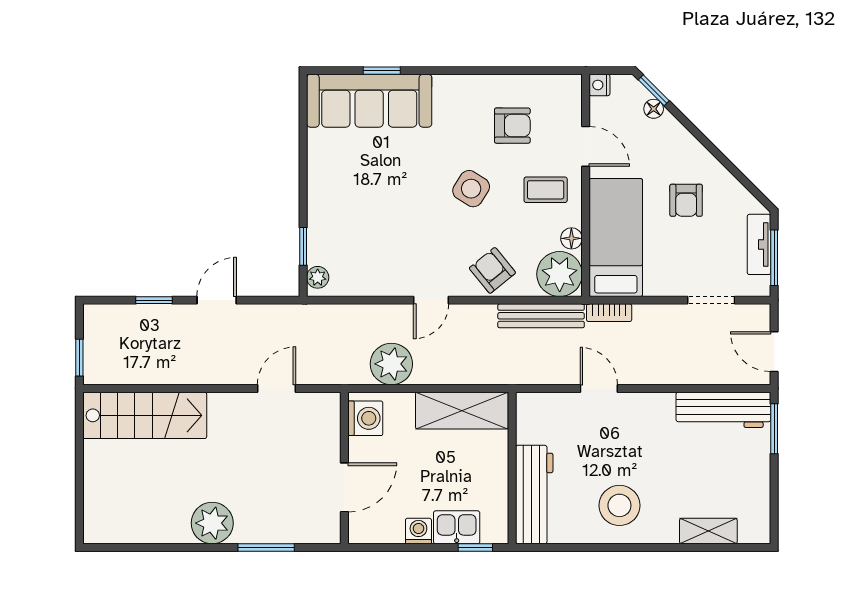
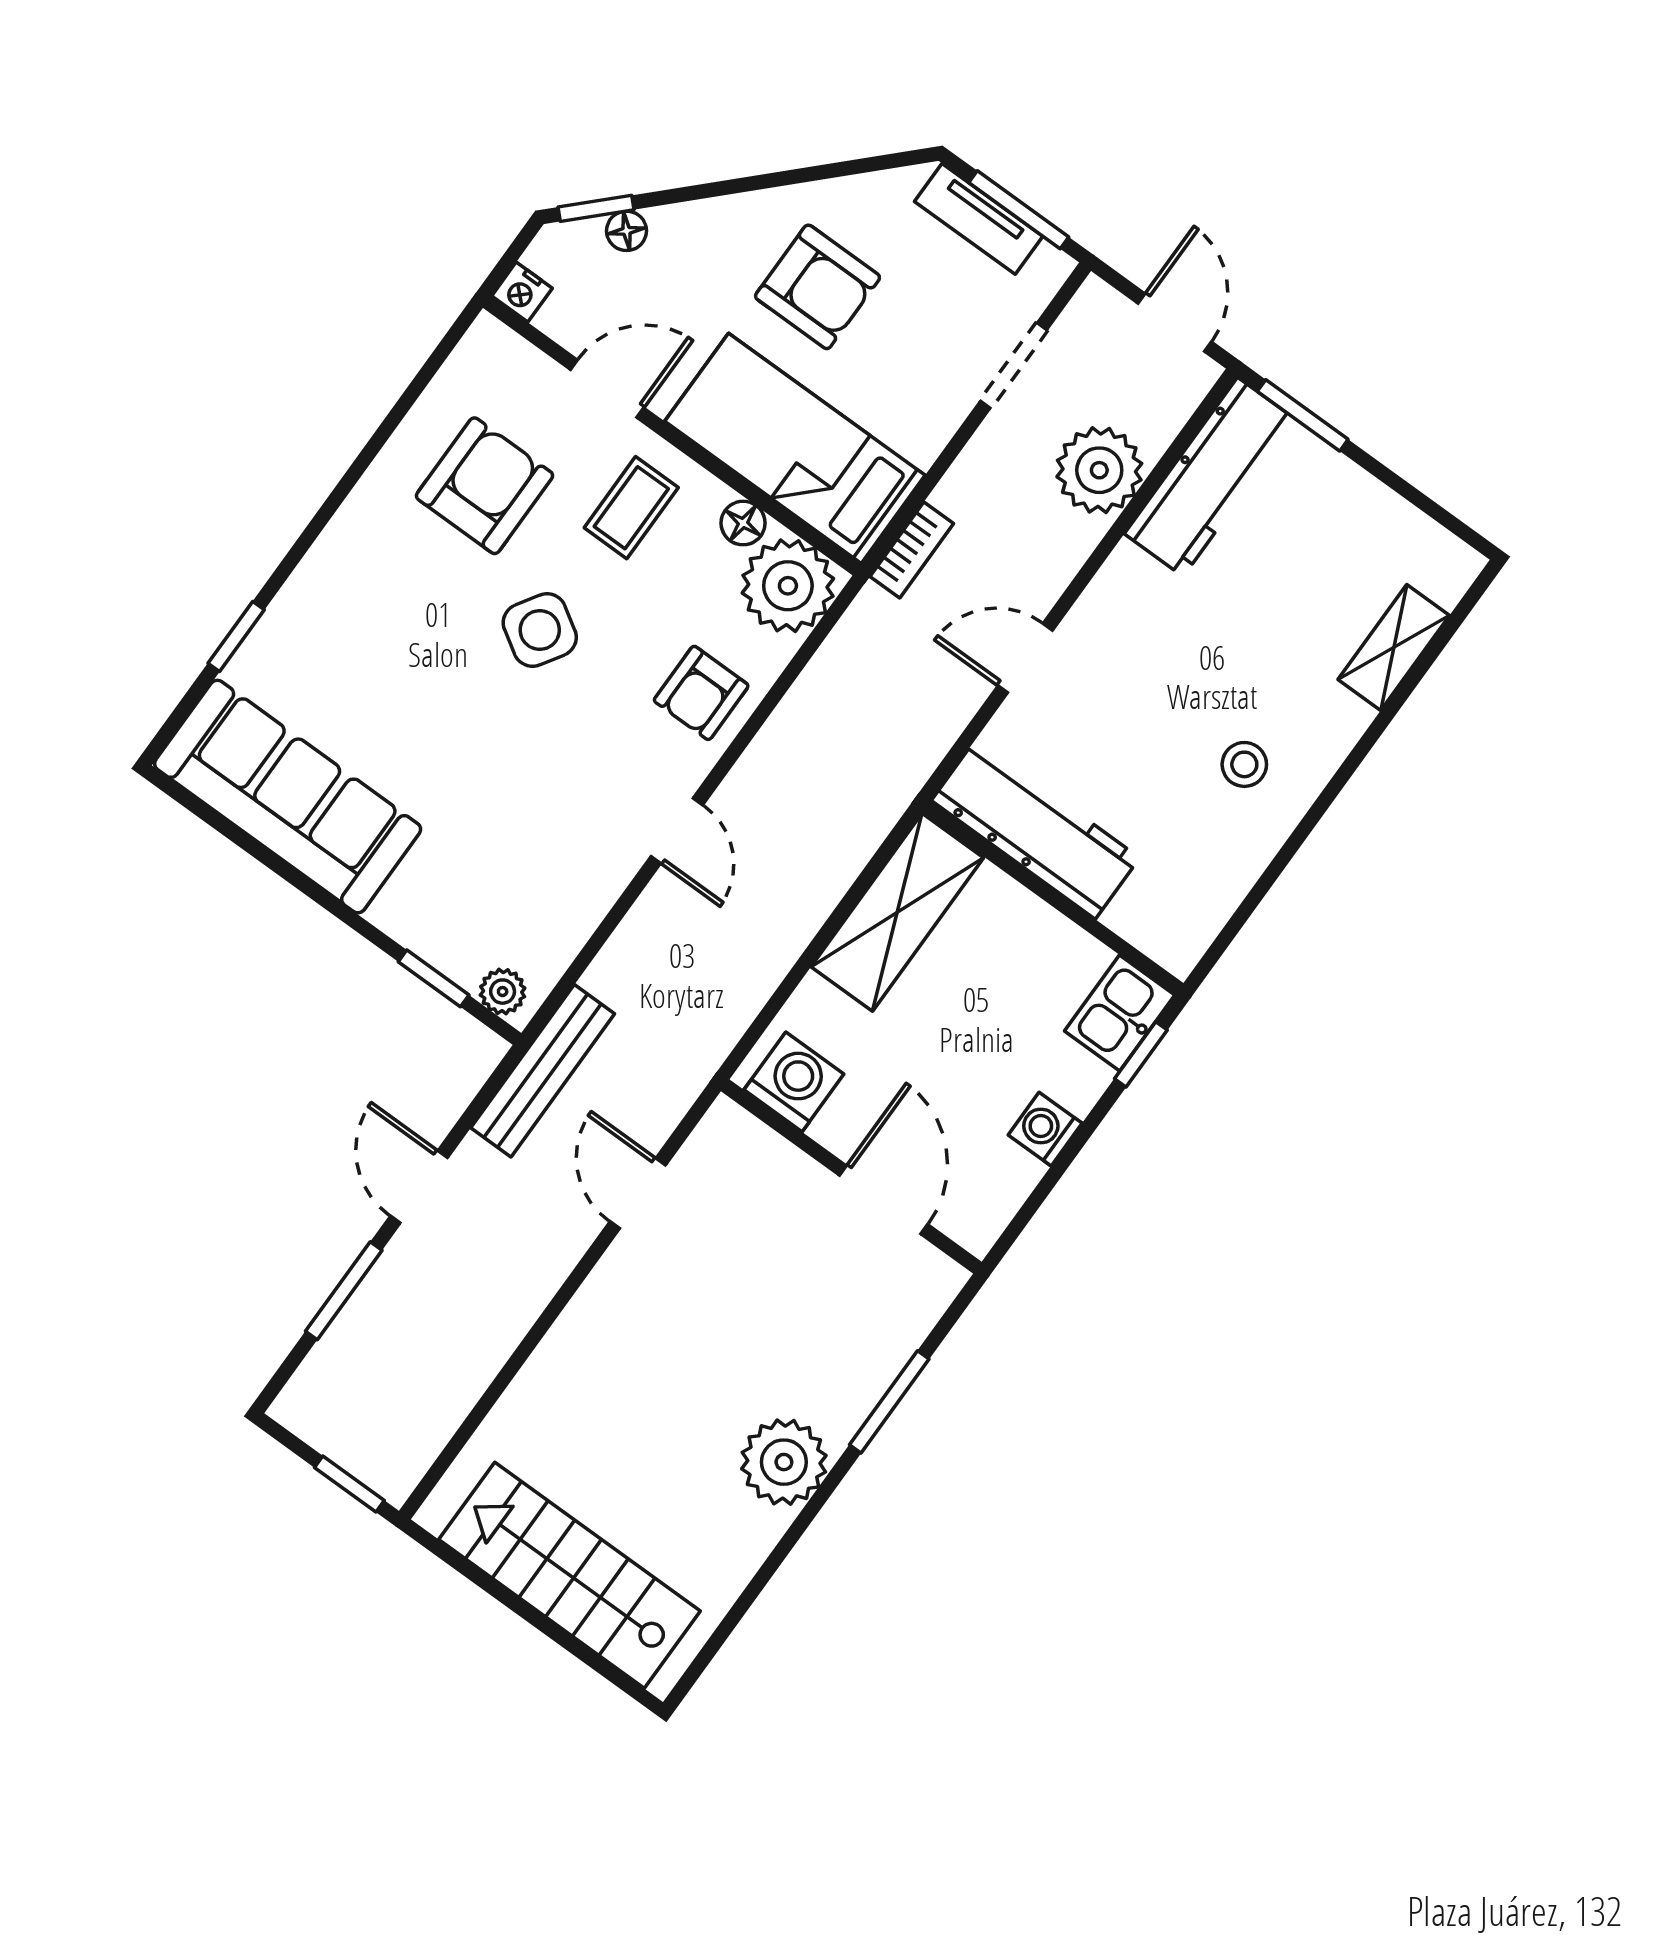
sofa: (369, 101) -> (288, 797), moved, turned -90
armchair: (512, 126) -> (485, 486), width x1.38, depth x1.38
armchair: (686, 200) -> (818, 287), width x1.38, depth x1.38
armchair: (492, 270) -> (701, 693), turned -51
window: (154, 300) -> (344, 1291), width x1.50
bench: (541, 316) -> (543, 1071), moved
door: (774, 352) -> (1175, 323), swing flipped
plant: (391, 364) -> (1099, 470), moved
stairs: (145, 415) -> (570, 1575), moved, turned -90
workbench: (534, 495) -> (1035, 829), moved
stool: (619, 505) -> (1244, 764), width x0.53, depth x0.53
kitchen sink: (457, 527) -> (1120, 1013), moved

